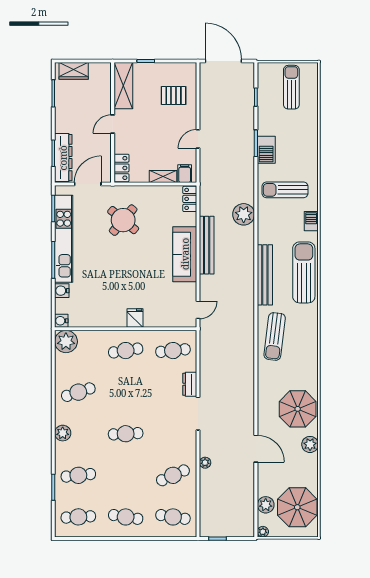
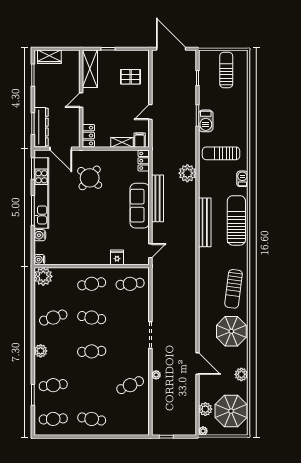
door: (88, 184) -> (61, 149), swing flipped
fridge: (135, 318) -> (117, 257), moved
sun lounger: (275, 336) -> (234, 289), moved
dresser: (190, 384) -> (144, 311), removed
plant: (310, 444) -> (241, 374), moved
cafe table: (173, 517) -> (92, 318), moved

